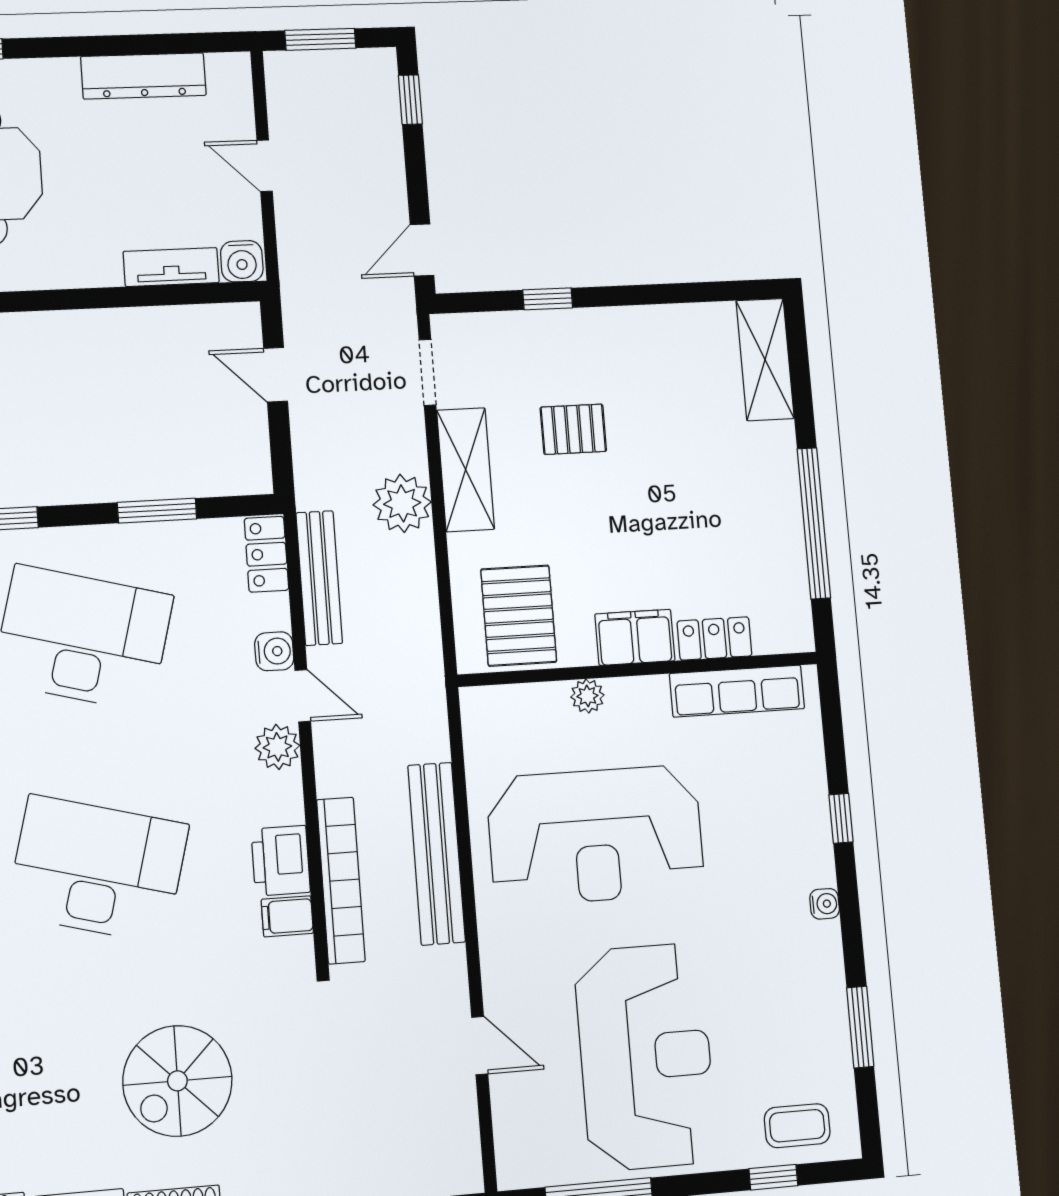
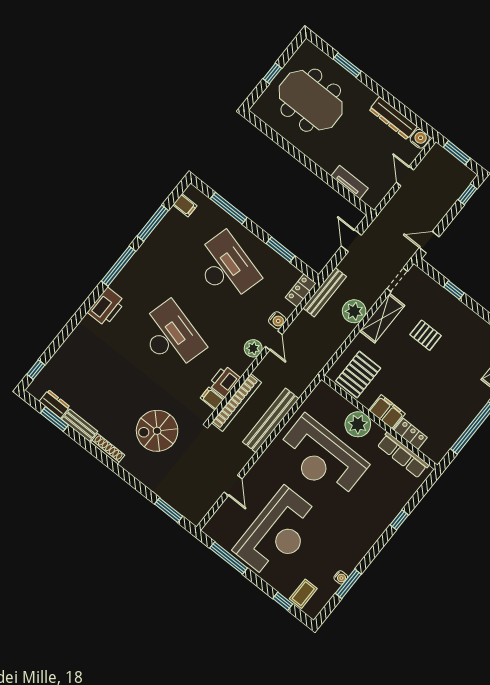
water cooler: (242, 261) -> (420, 139), moved, turned 180
bench: (319, 578) -> (325, 292), moved
plant: (587, 696) -> (358, 424), width x1.88, depth x1.88
water cooler: (825, 904) -> (341, 577), moved
spiral stairs: (177, 1081) -> (157, 431), moved
coffee table: (797, 1126) -> (303, 594), turned 90

